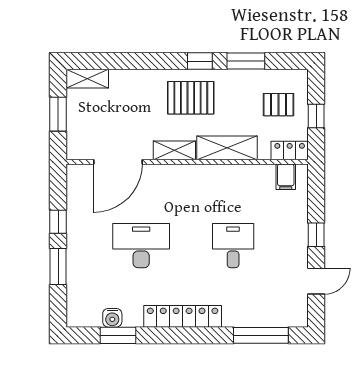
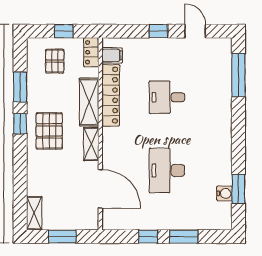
locker: (183, 316) -> (111, 95), moved, turned 180

